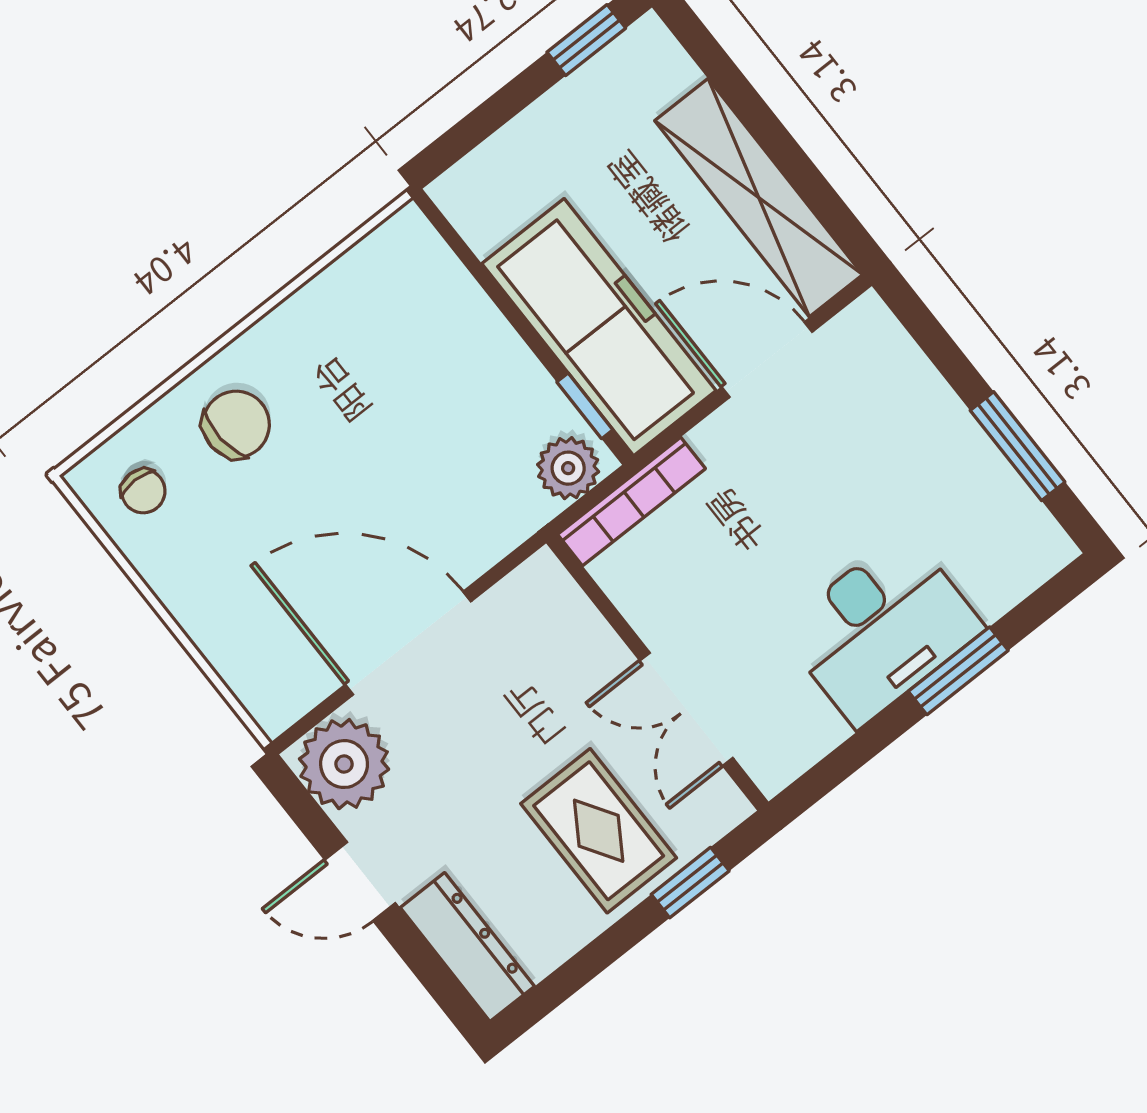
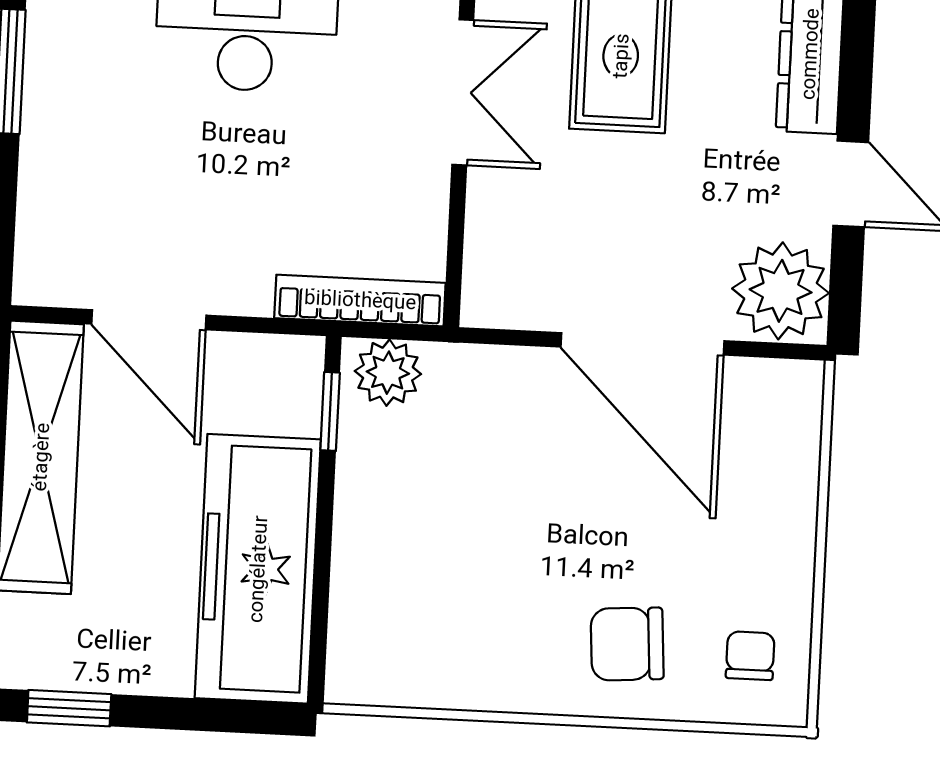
freezer: (599, 327) -> (258, 569), moved

